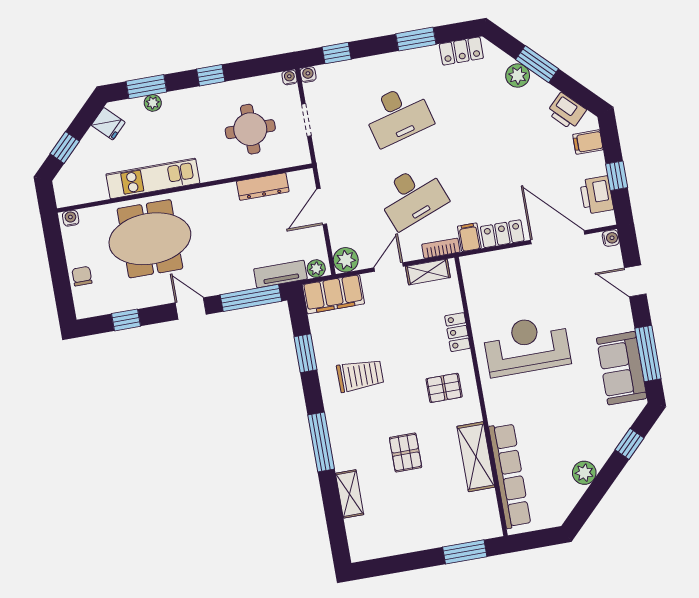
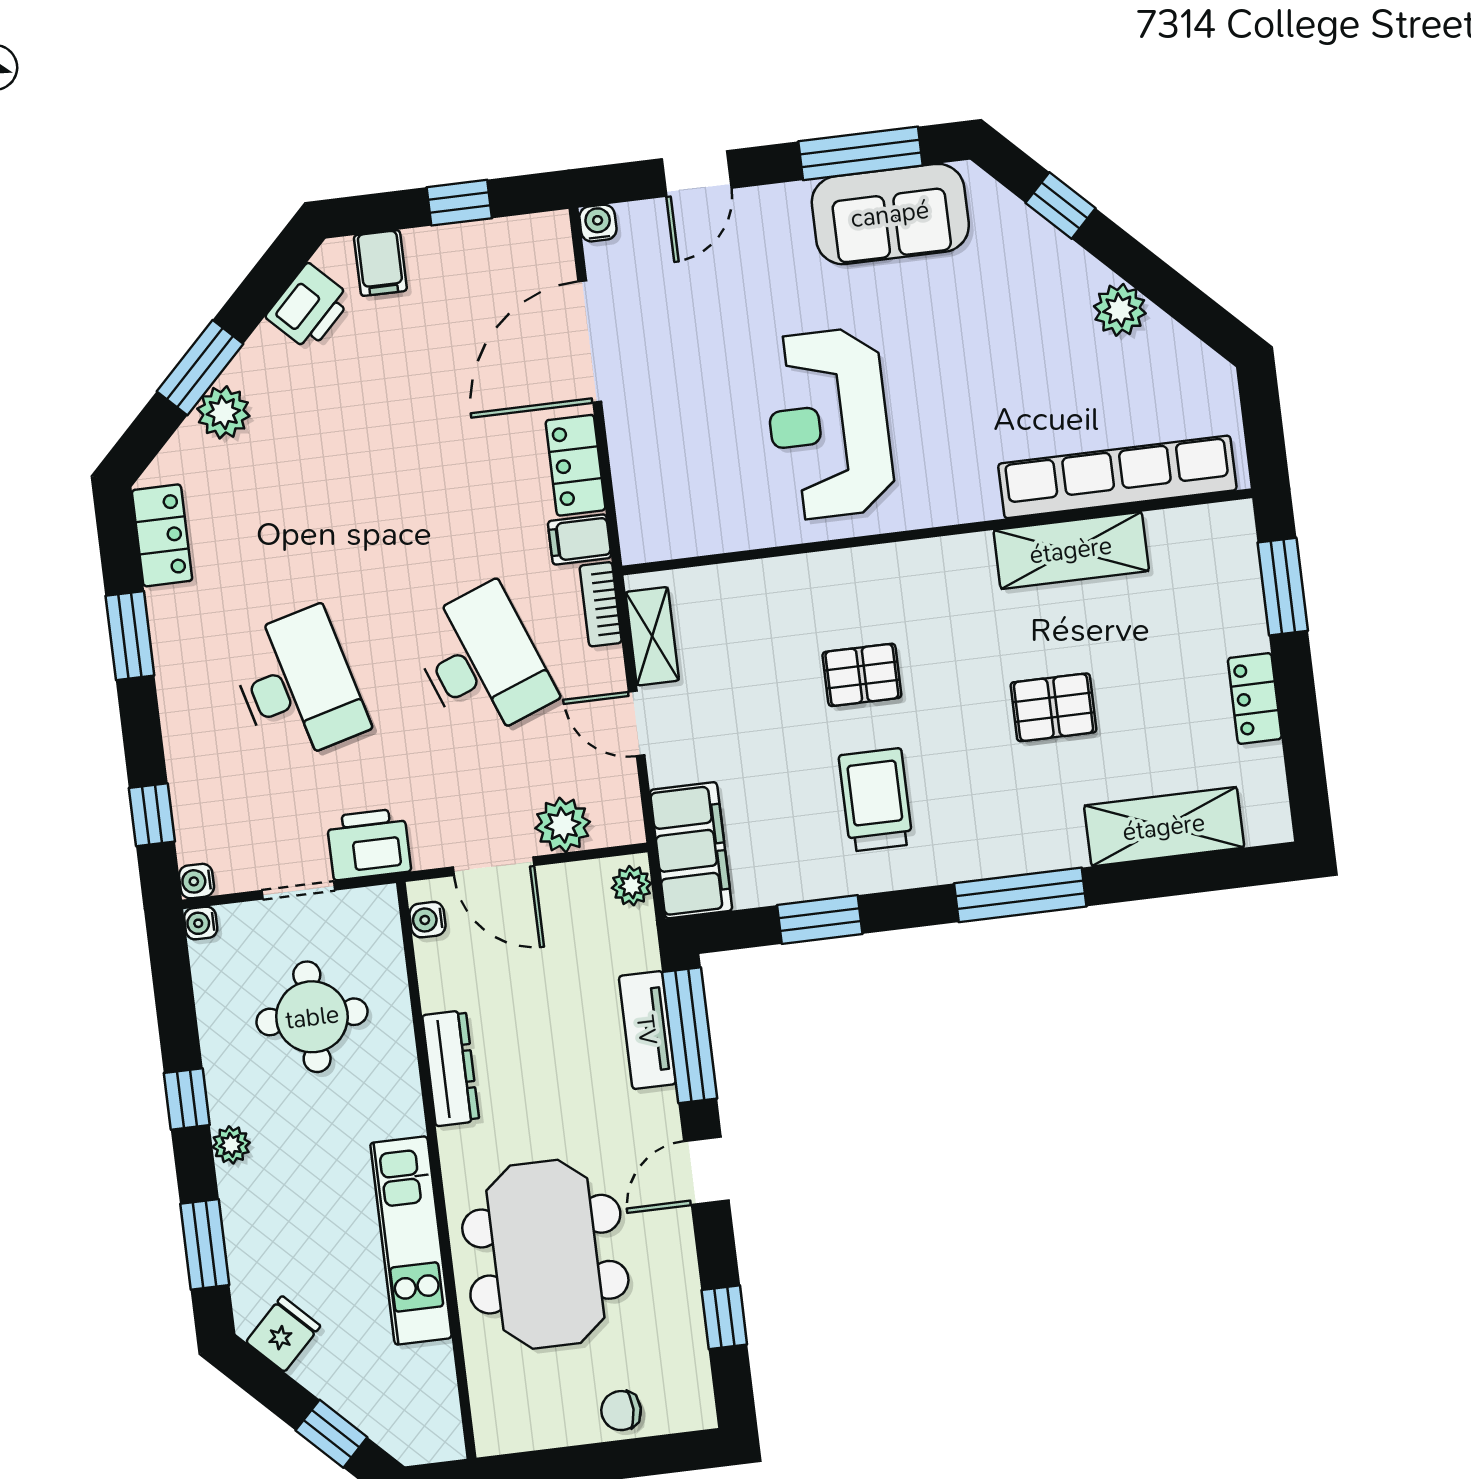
plant: (153, 103) -> (231, 1145), moved
dresser: (263, 187) -> (451, 1068), moved
printer: (597, 195) -> (369, 844), moved, turned 180
water cooler: (71, 218) -> (428, 920), moved
plant: (346, 260) -> (563, 825), moved
tv unit: (280, 274) -> (647, 1030), moved
locker: (457, 332) -> (1255, 699), moved, turned 90
pallet: (444, 388) -> (862, 675), moved, turned 90
shelving: (350, 494) -> (1164, 827), width x1.50, depth x1.33

